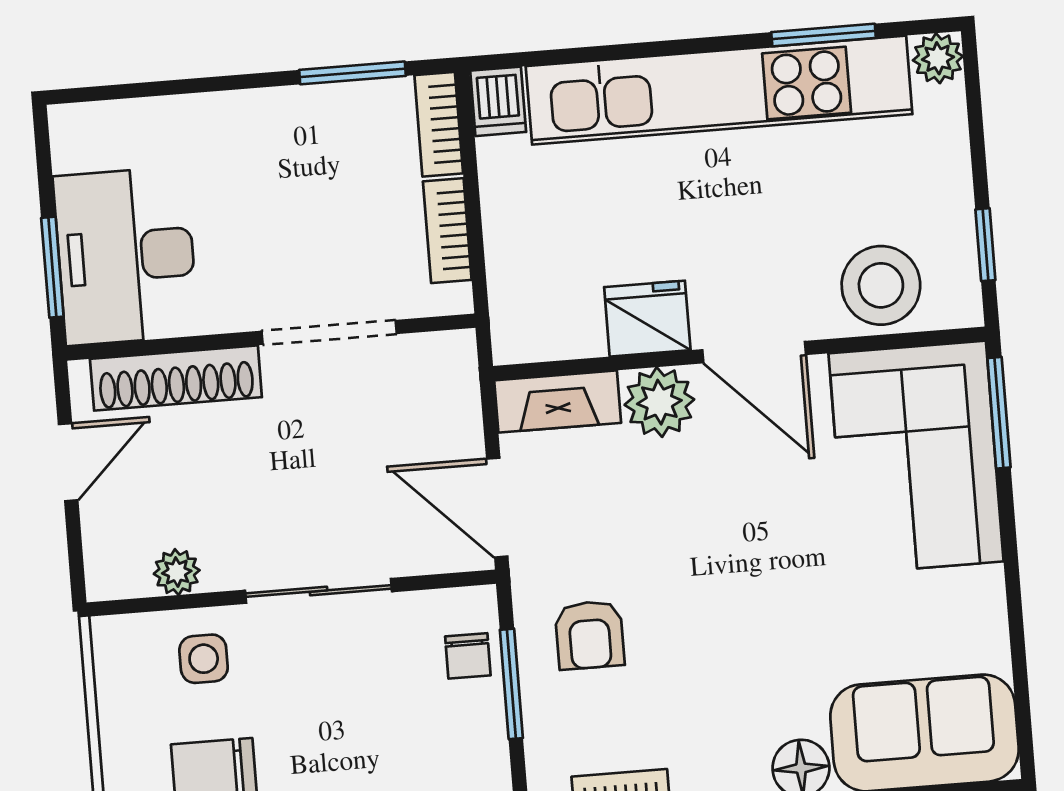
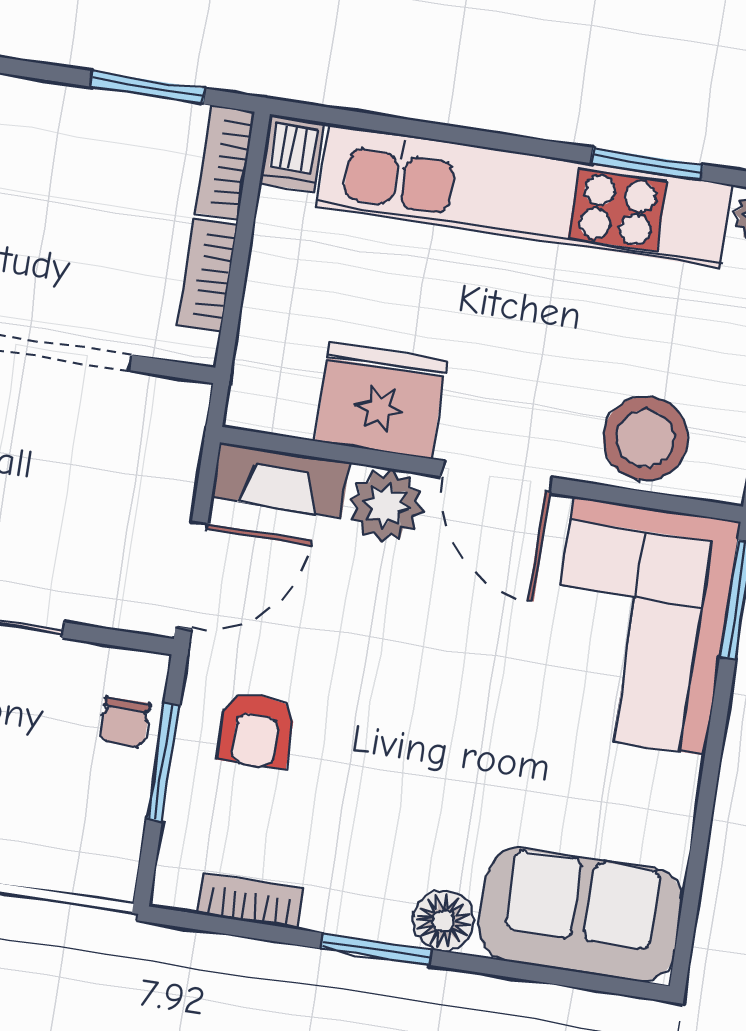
fridge: (647, 319) -> (381, 401), width x1.36, depth x1.34
door: (497, 508) -> (192, 575), swing flipped

